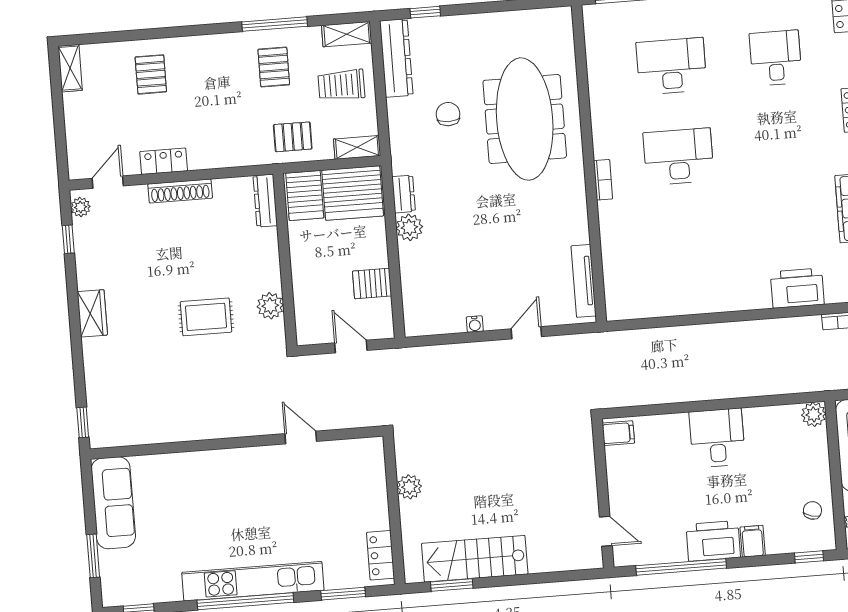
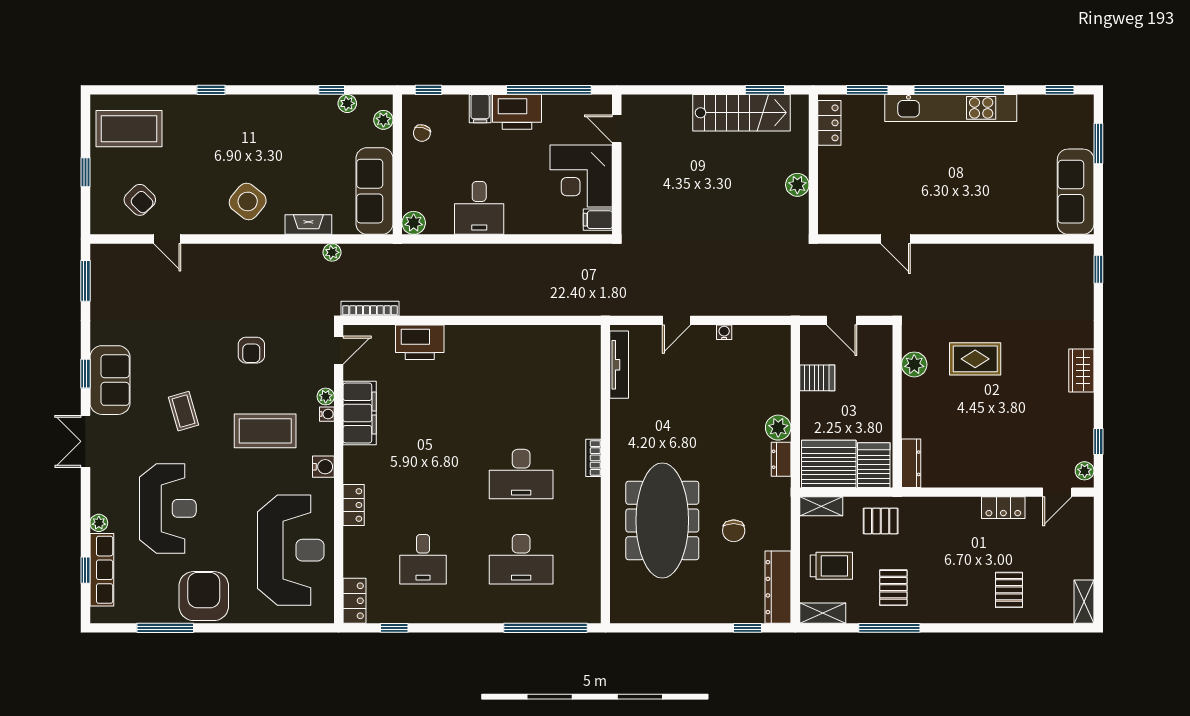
shoe rack: (180, 191) -> (990, 479), removed
desk: (717, 438) -> (479, 208), moved
corner desk: (640, 478) -> (581, 176), added

